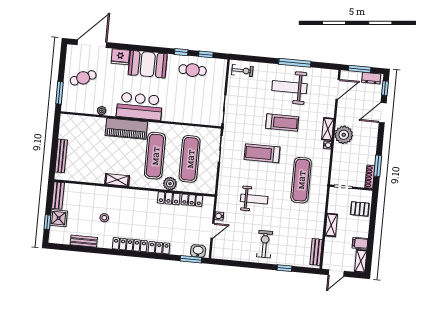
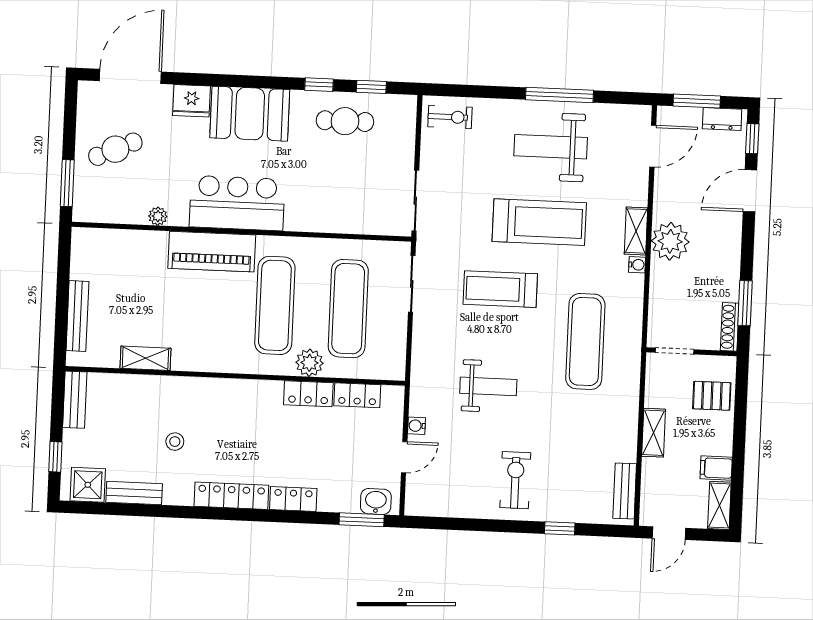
treadmill: (282, 123) -> (539, 222), width x1.37, depth x1.38
shelving: (117, 180) -> (145, 358), moved
shower: (59, 218) -> (88, 485), moved

